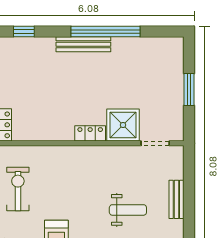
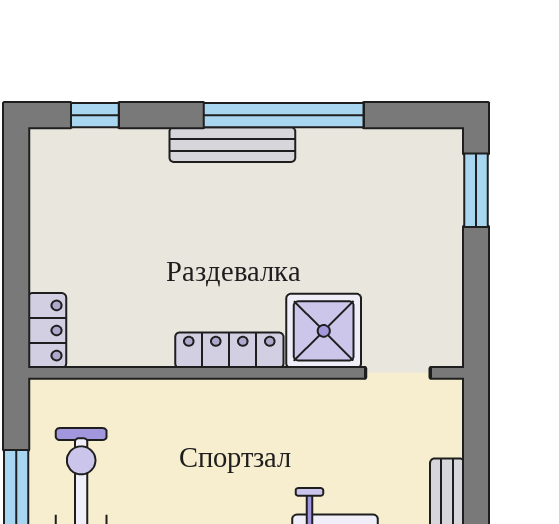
window: (189, 90) -> (476, 190), moved
locker: (90, 133) -> (229, 350), width x1.53

